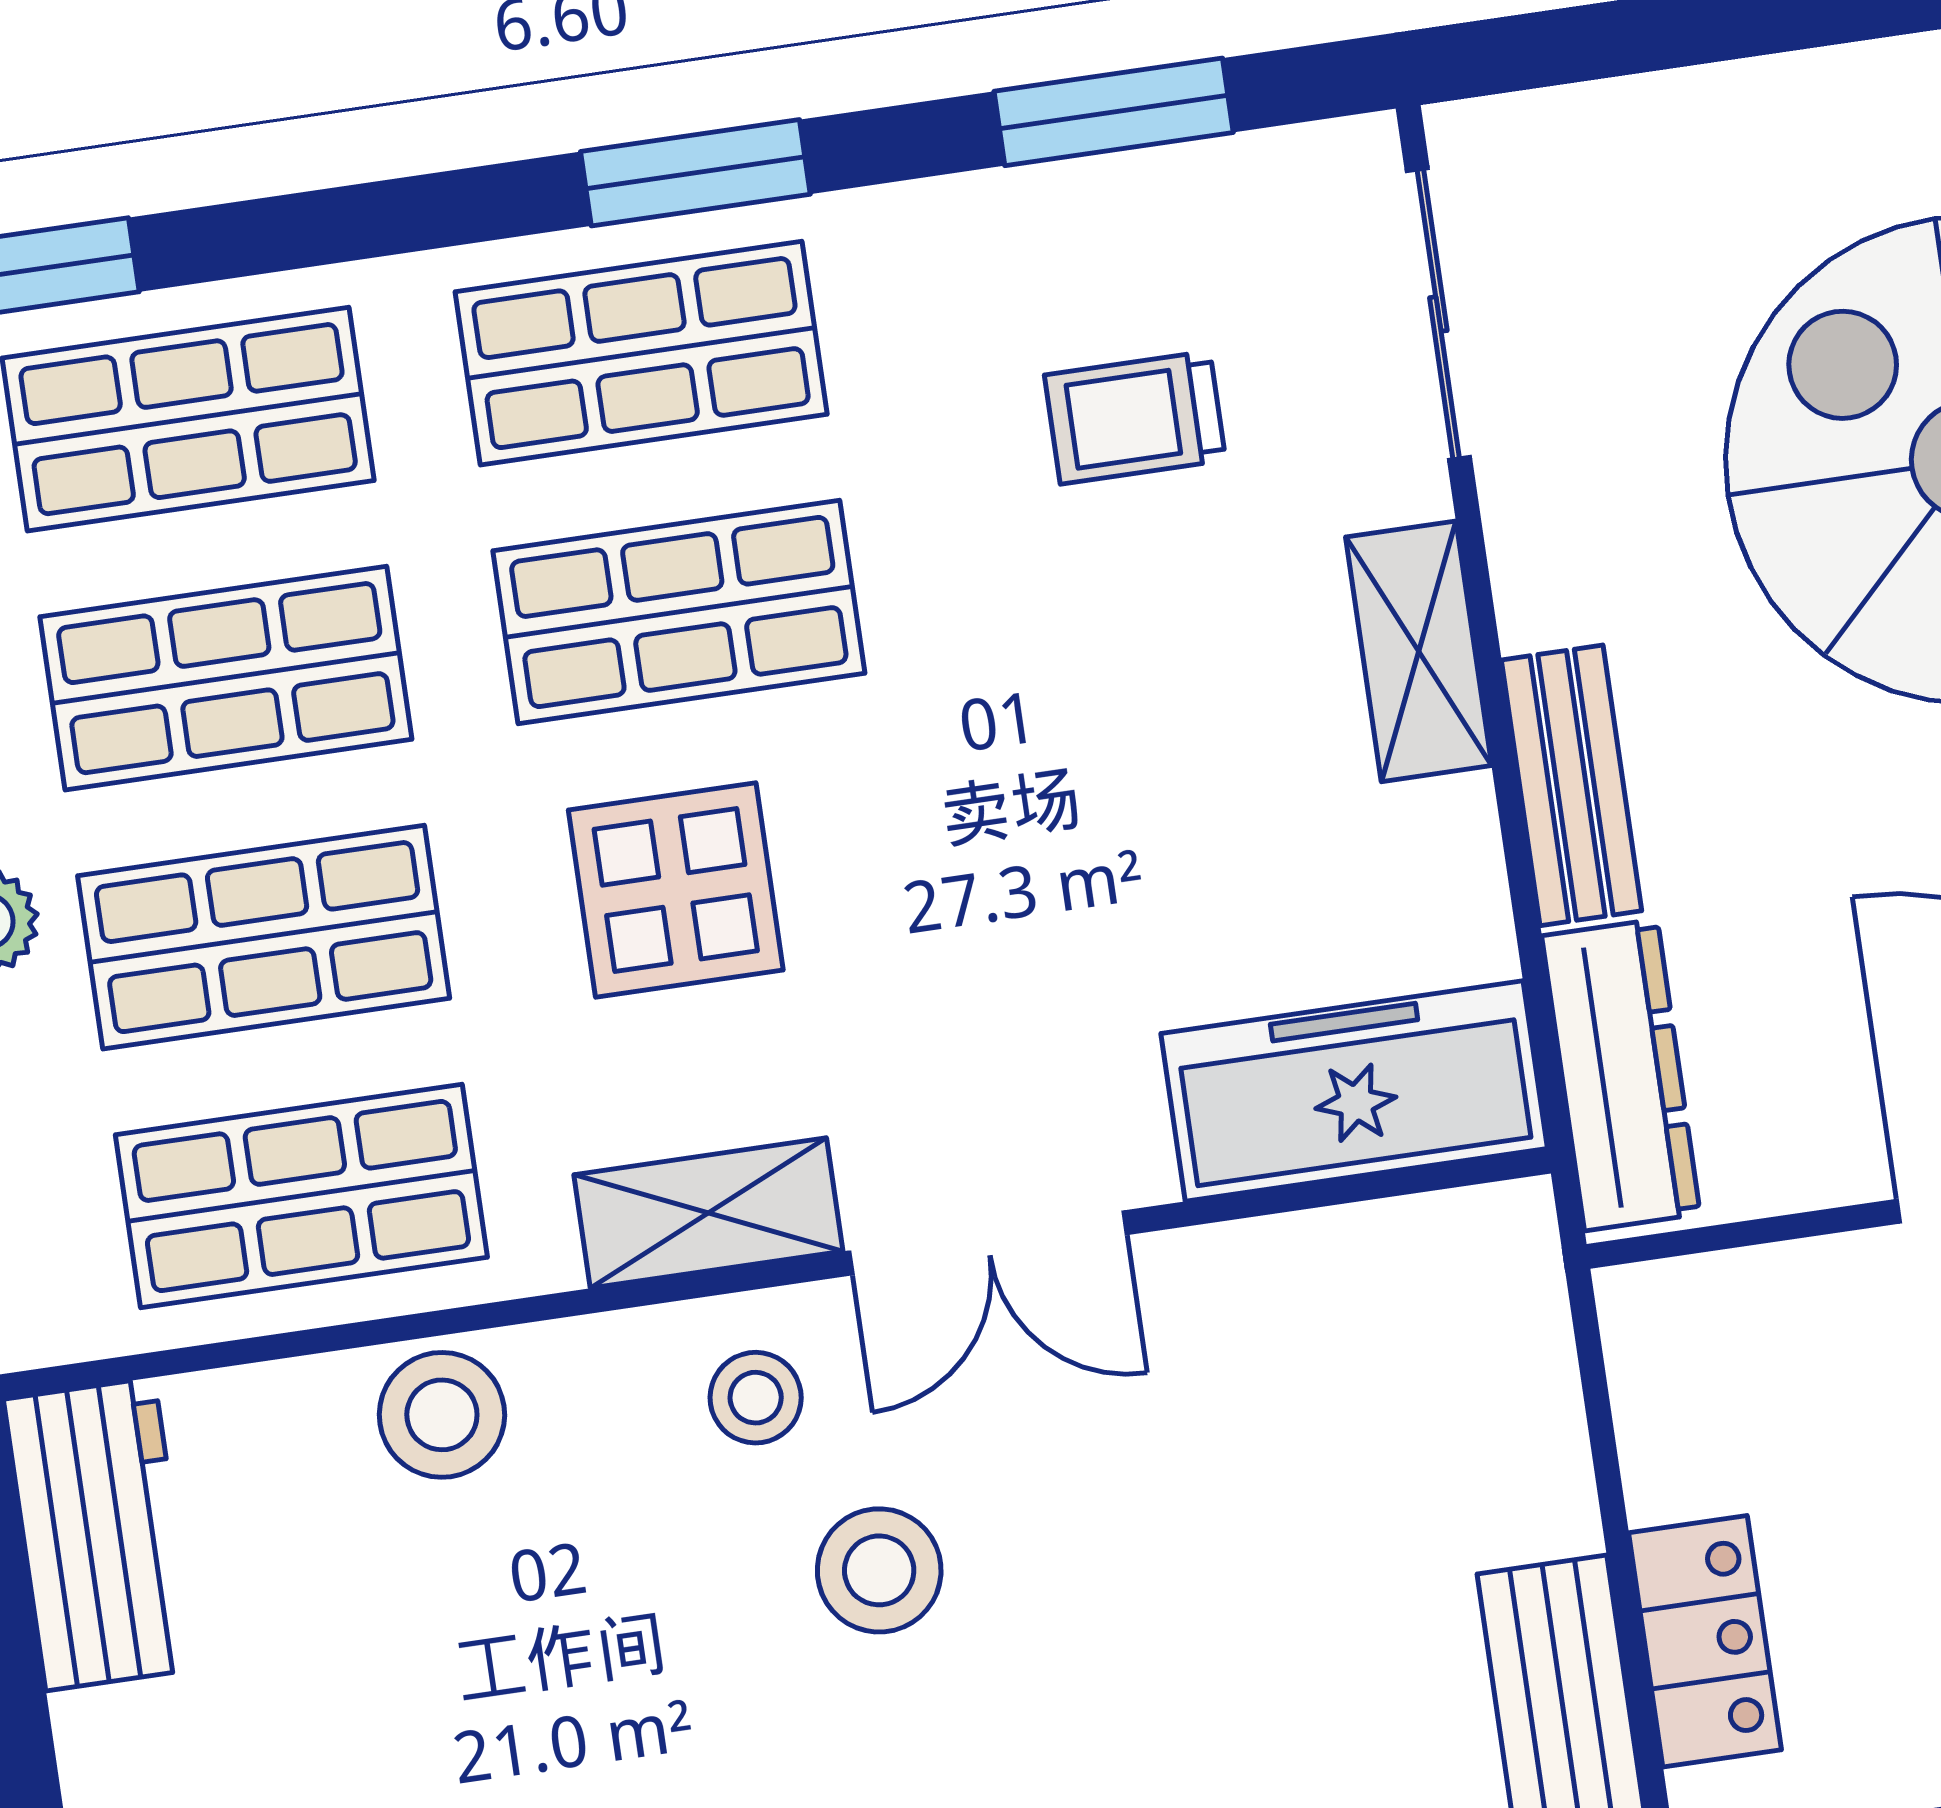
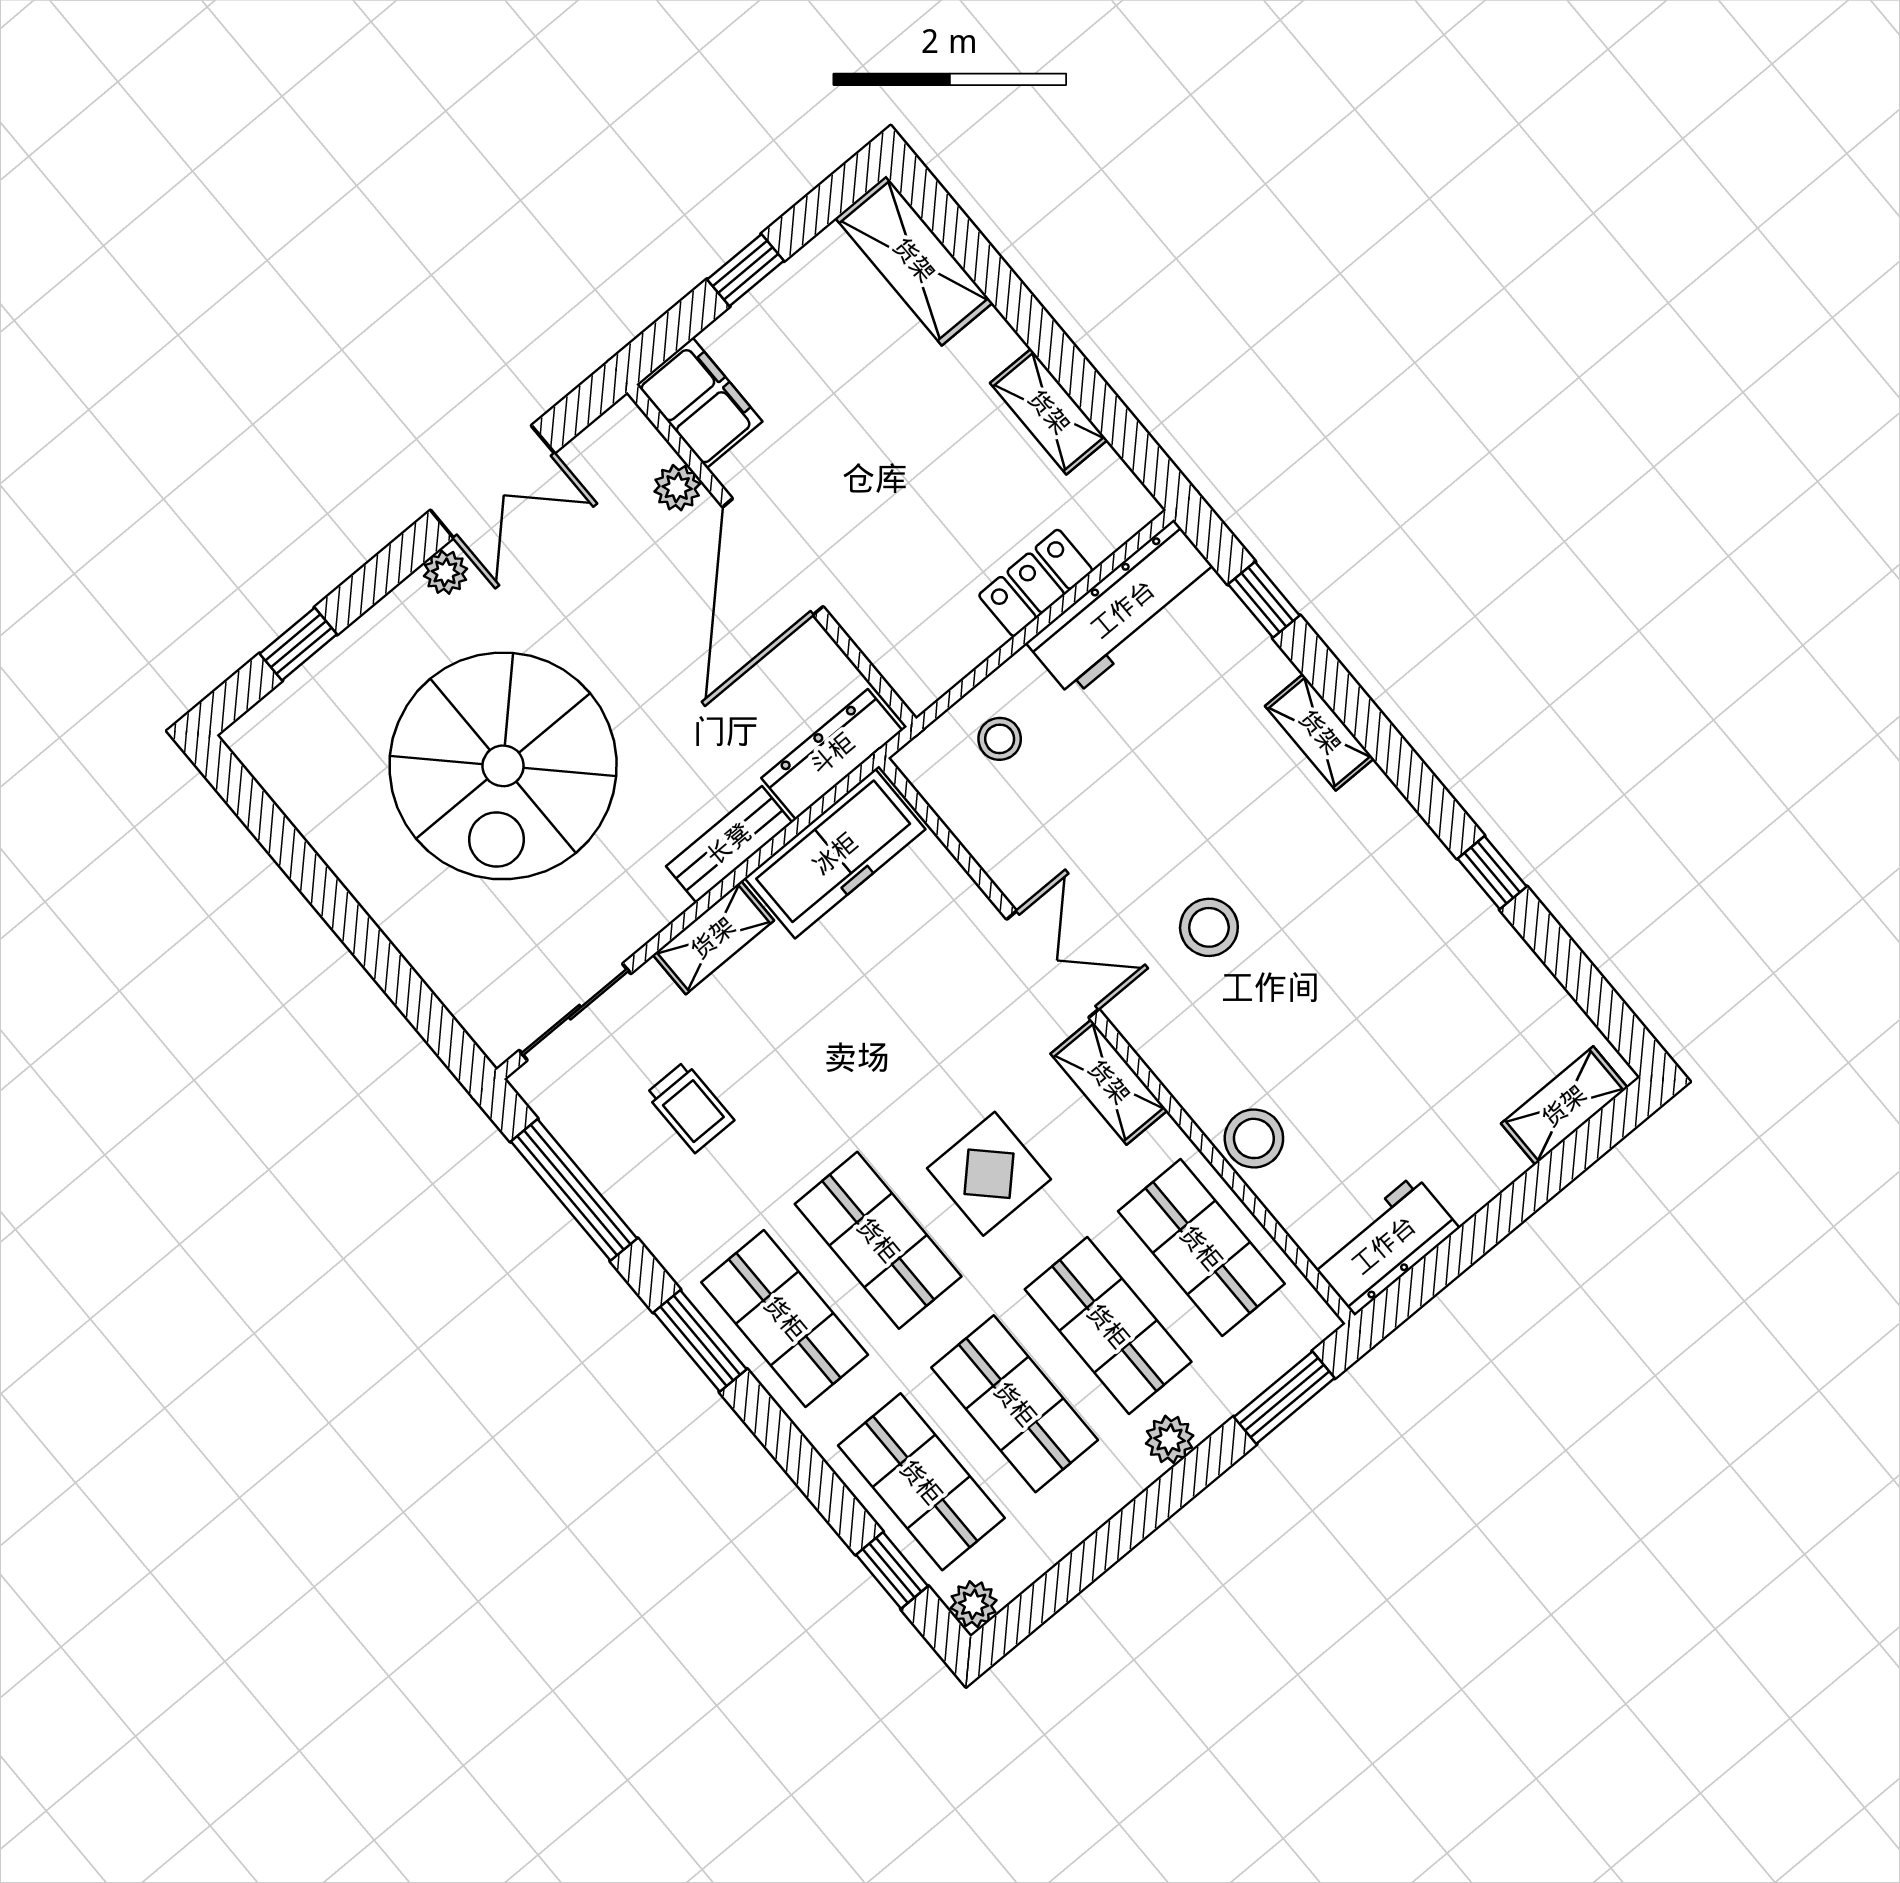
window: (1114, 112) -> (574, 1190), width x1.44
freezer: (1354, 1091) -> (835, 854), moved, turned -90
stool: (756, 1398) -> (1000, 739), moved

